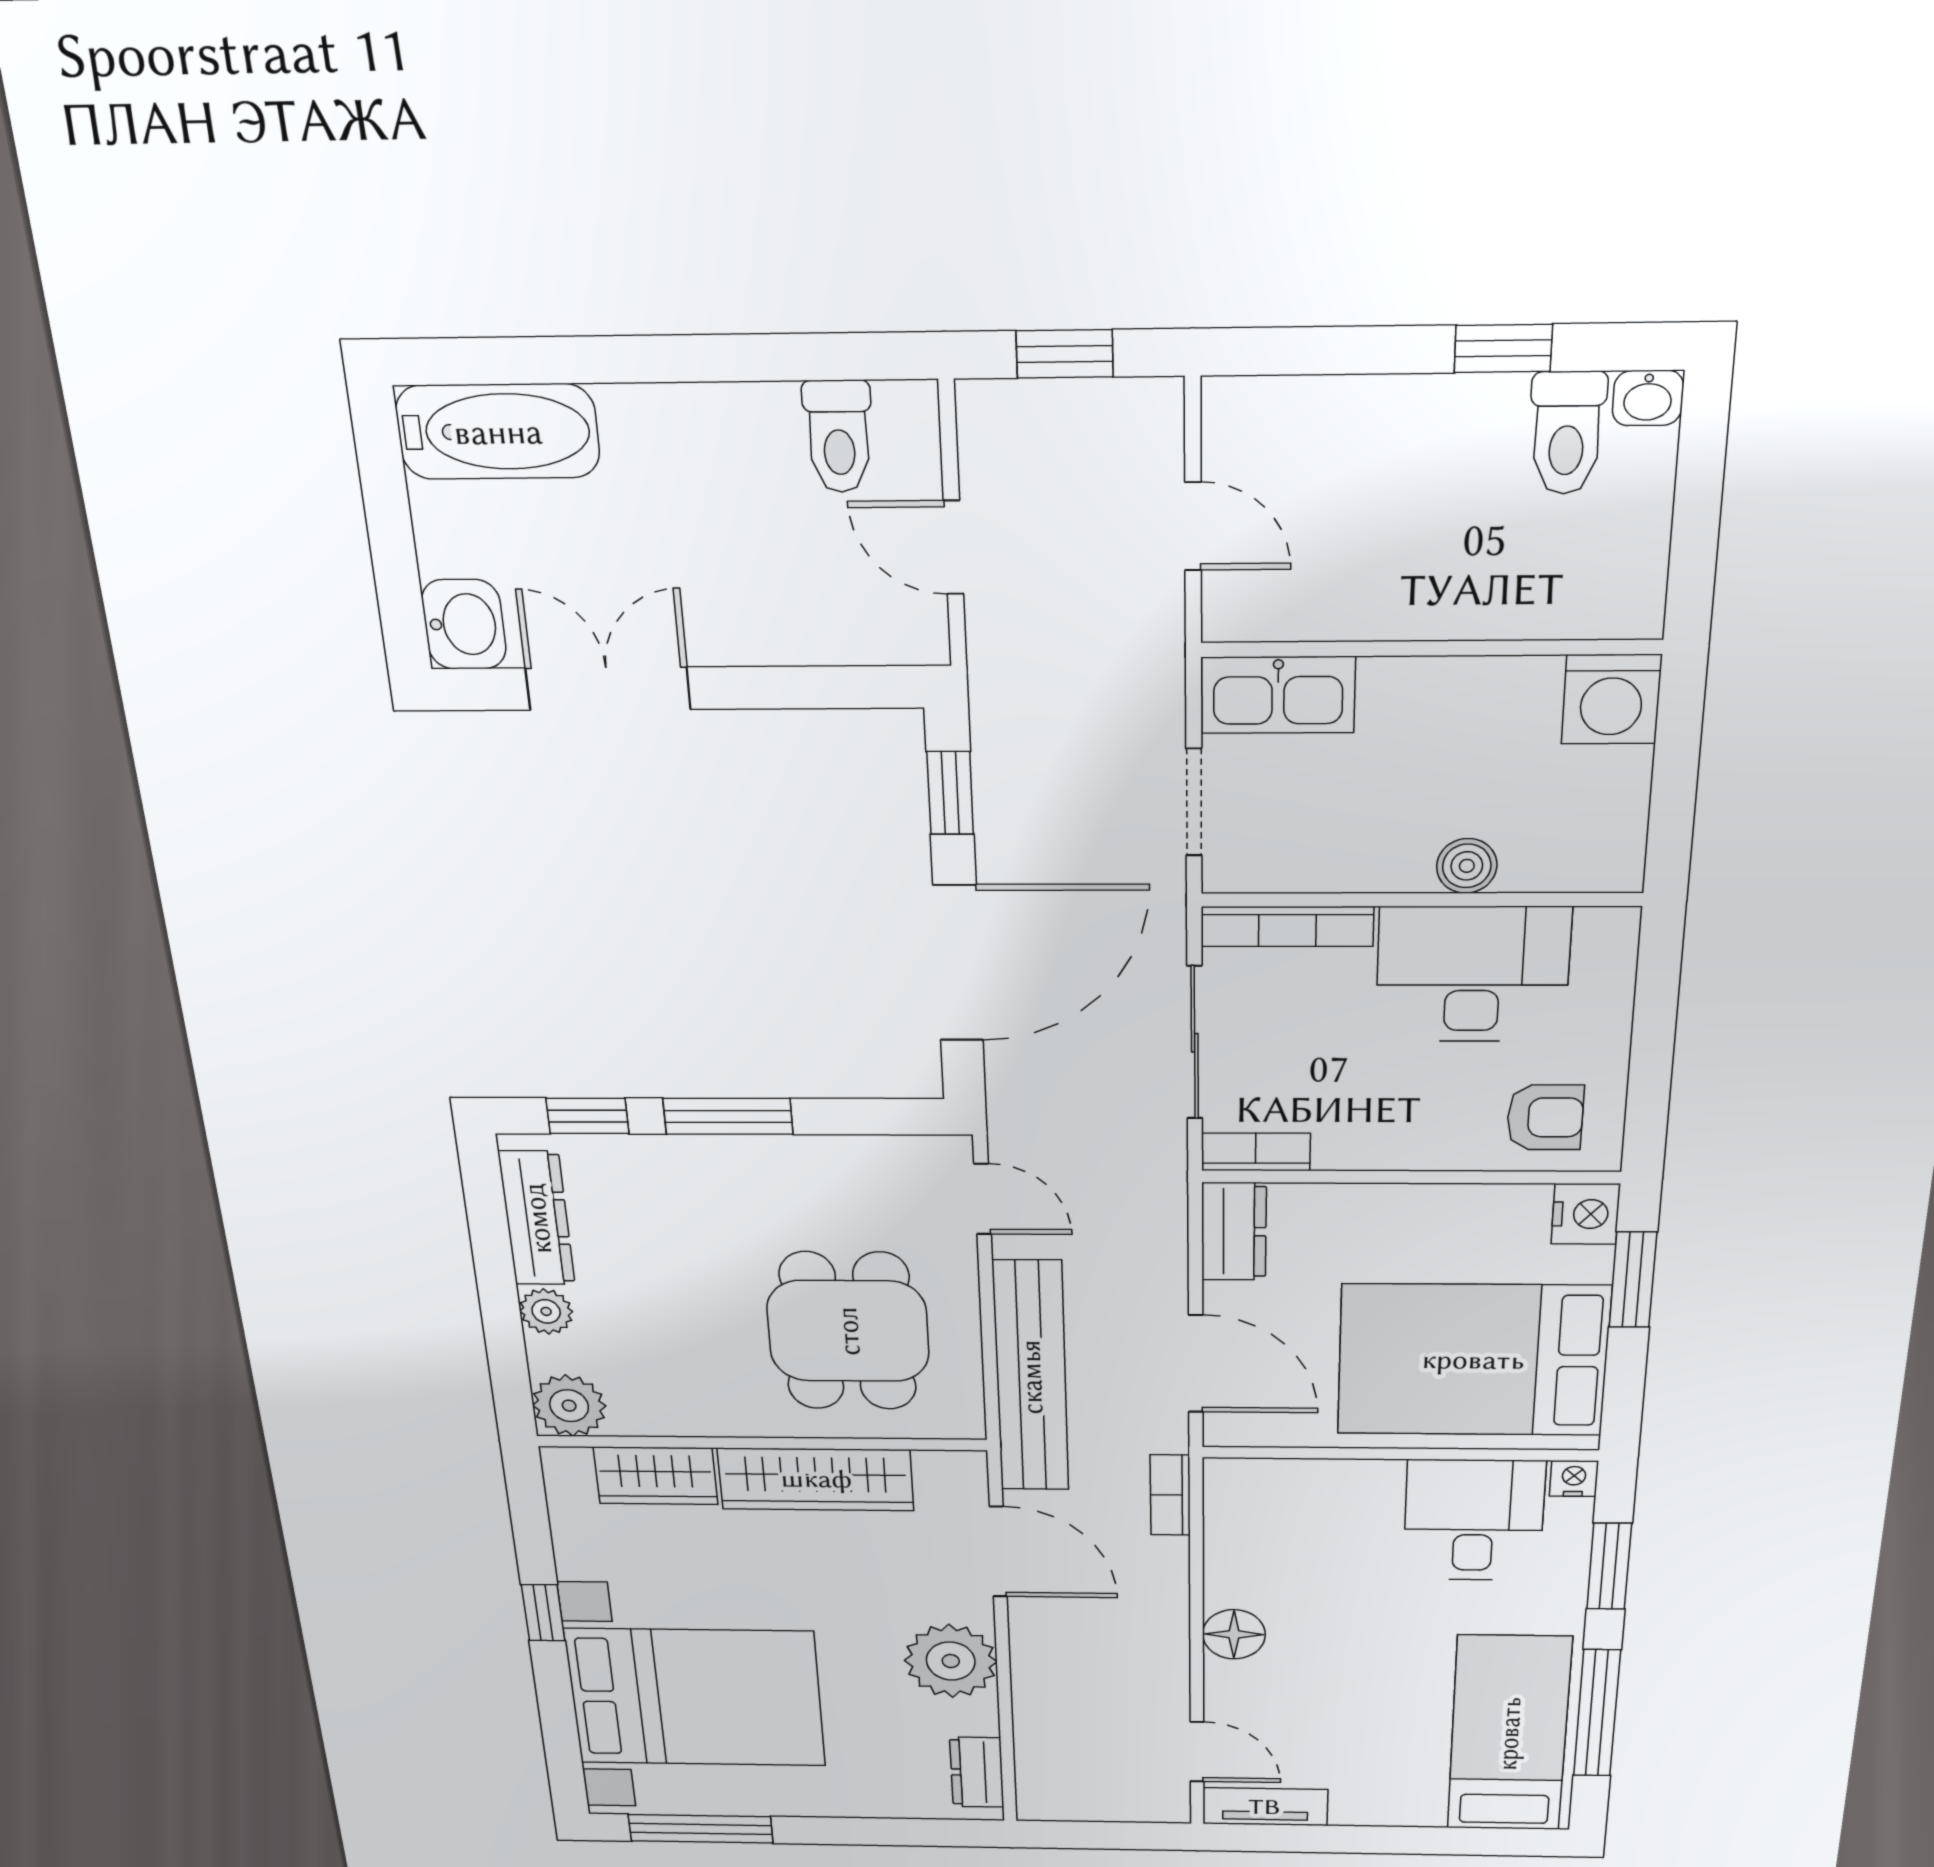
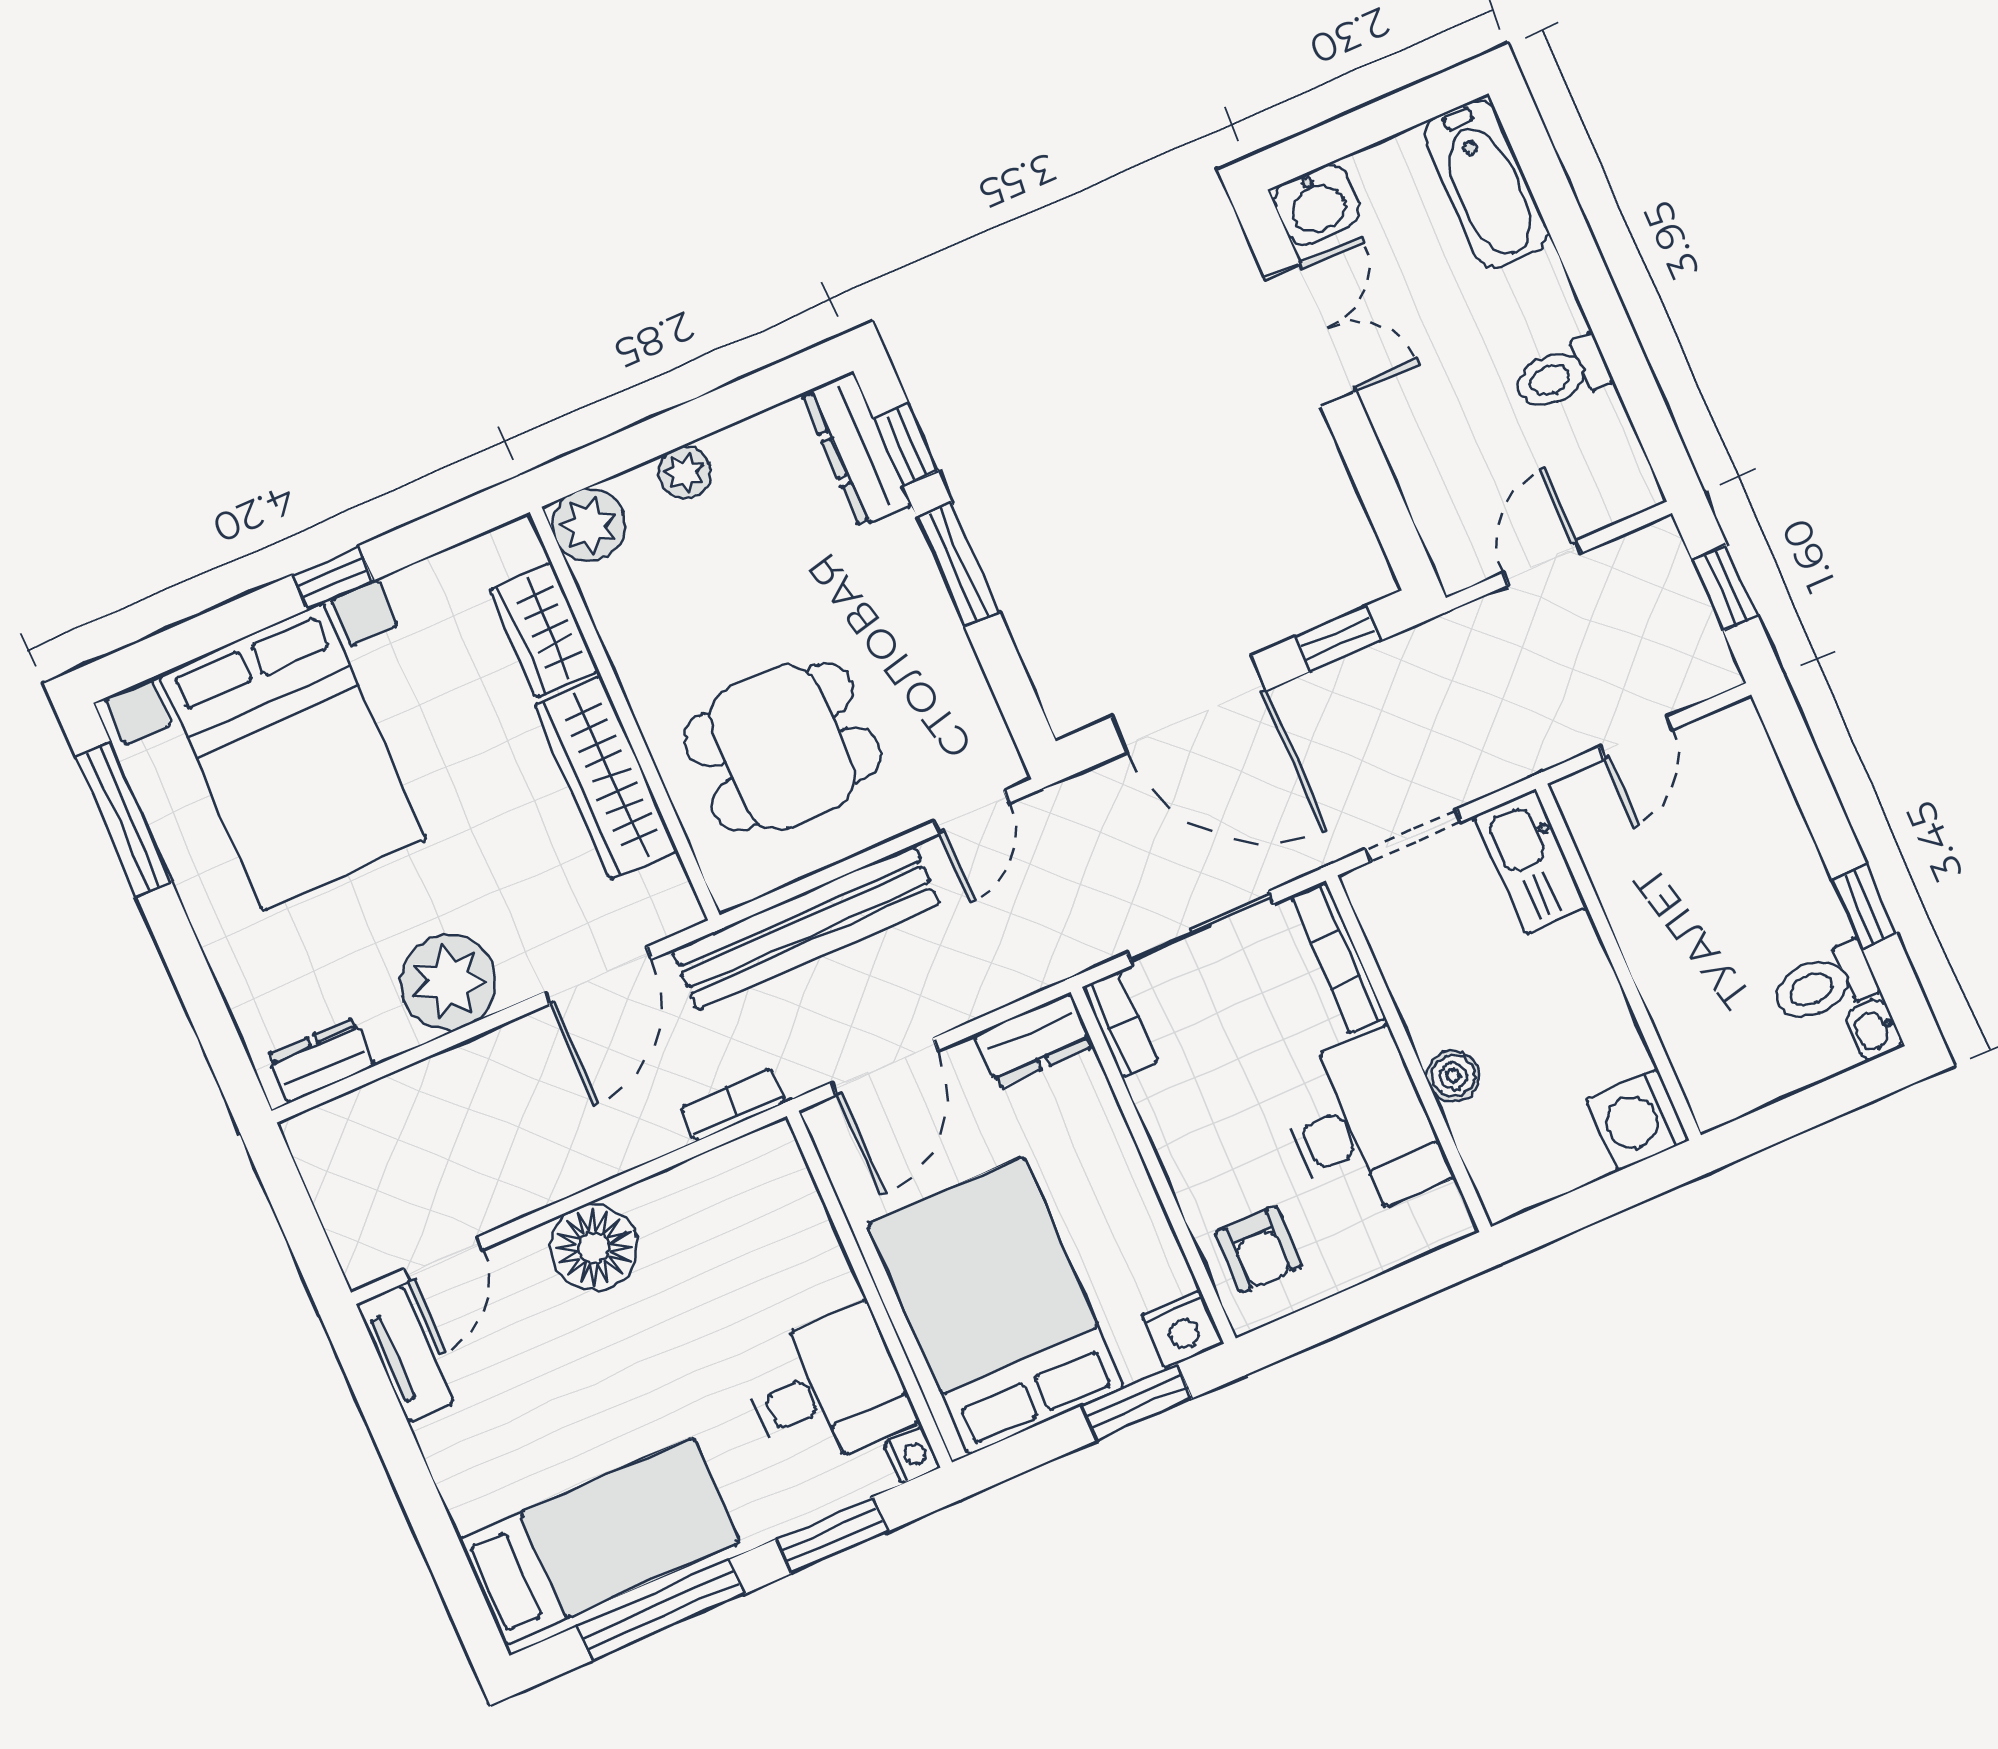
toilet: (839, 437) -> (1562, 375), moved
dresser: (537, 1218) -> (856, 449), moved, turned 90
floor lamp: (1234, 1634) -> (594, 1247), width x1.38, depth x1.38

